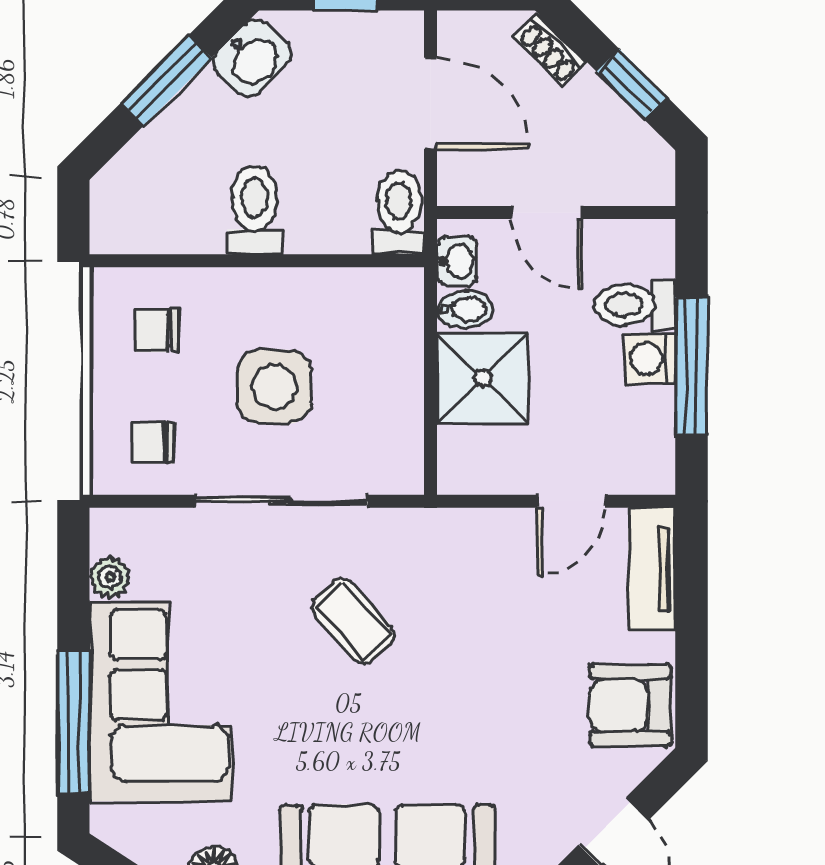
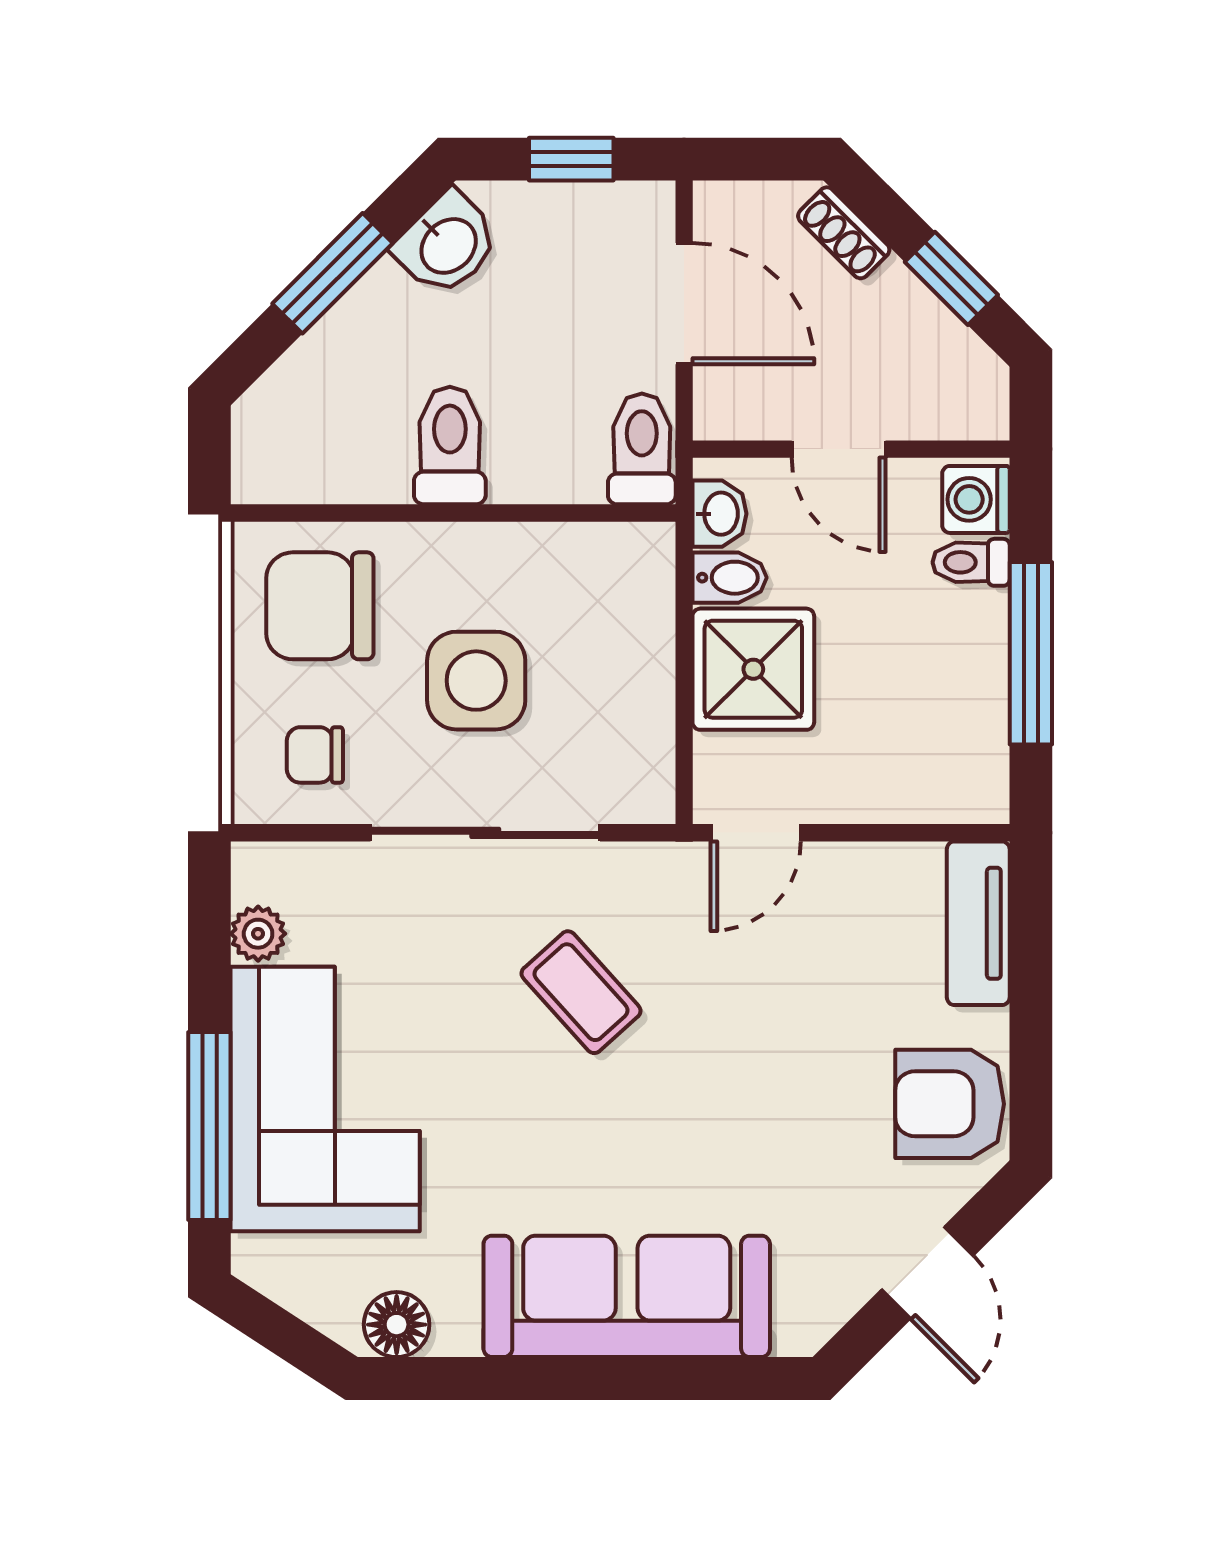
toilet: (635, 304) -> (971, 562), width x0.73, depth x0.72
chair: (157, 330) -> (320, 606), width x1.87, depth x1.87
washing machine: (650, 358) -> (976, 499), moved
door: (571, 501) -> (756, 833), moved

